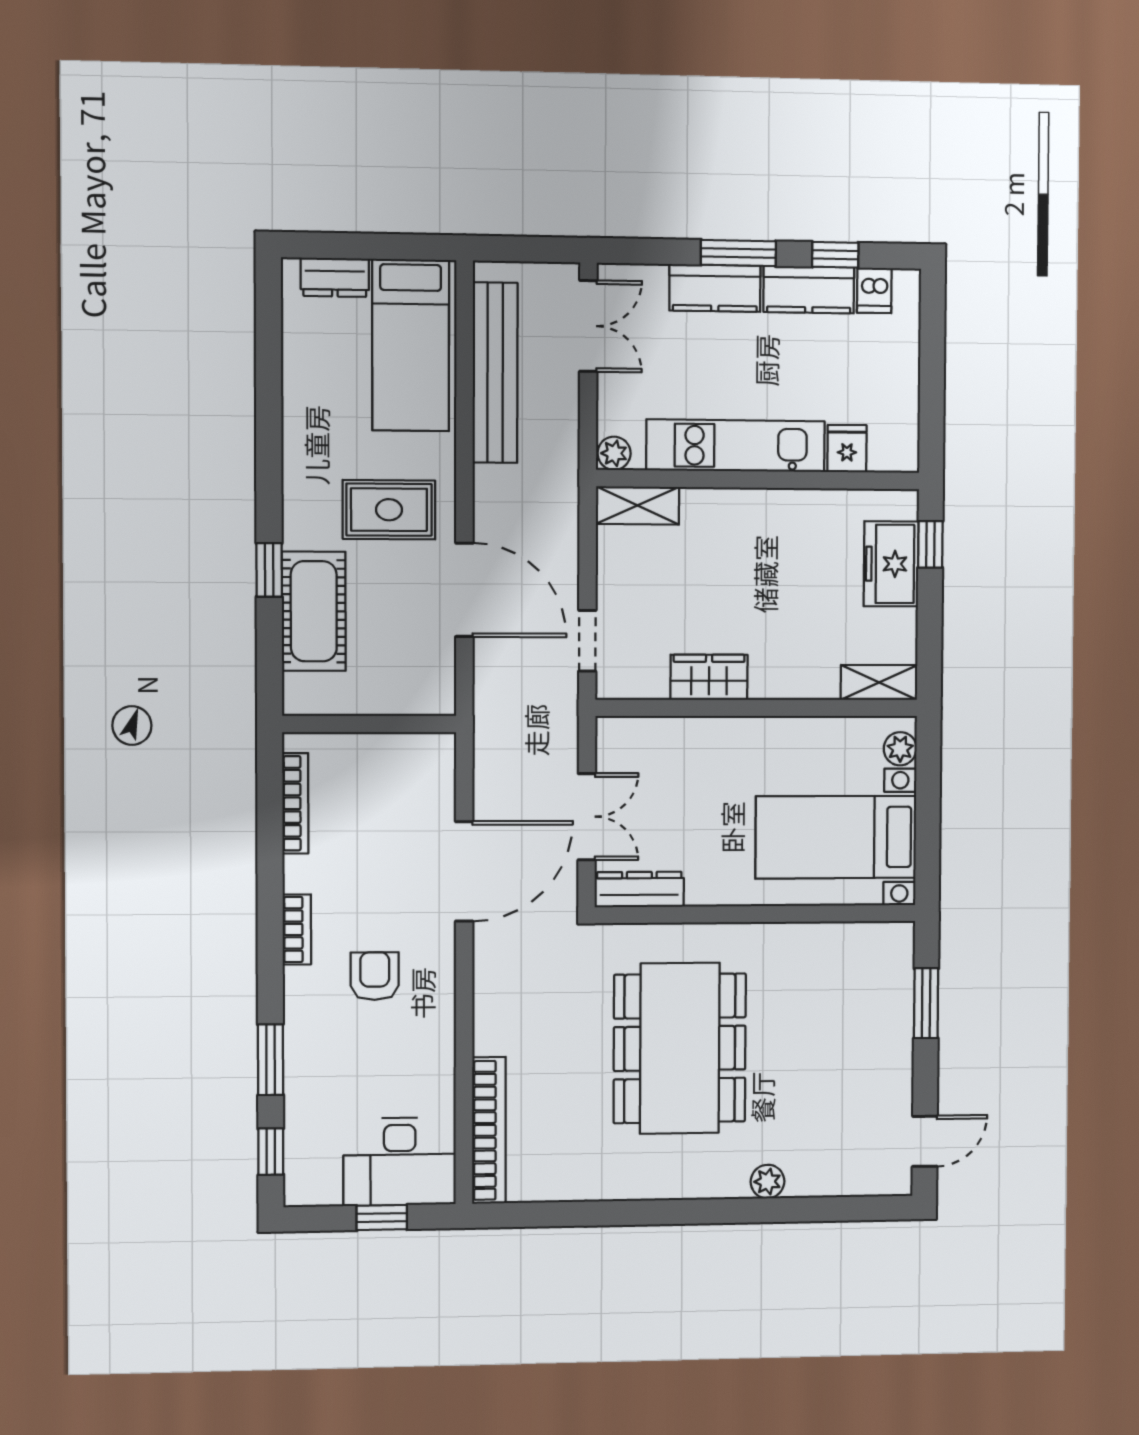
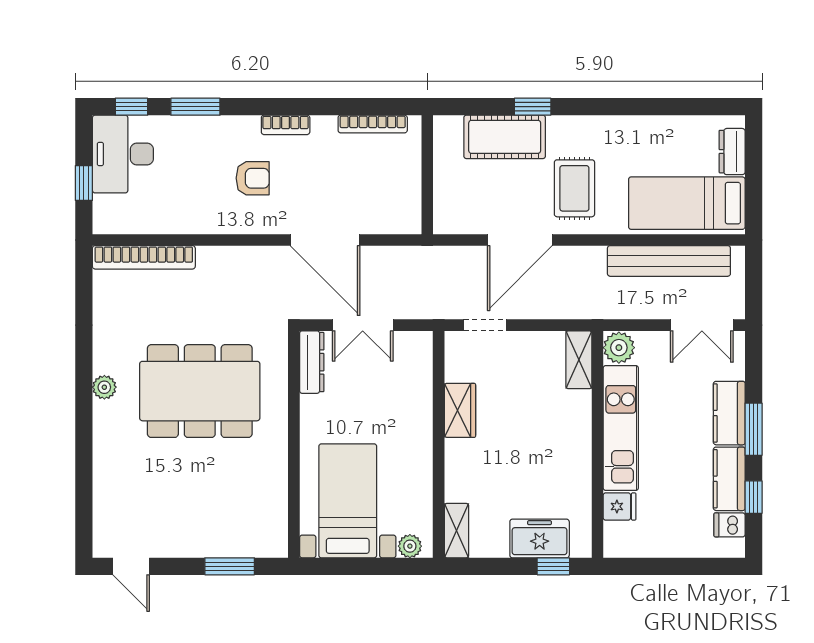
plant: (614, 453) -> (619, 348), width x1.38, depth x1.38
desk: (400, 1162) -> (123, 154), moved
plant: (768, 1182) -> (104, 387), moved

